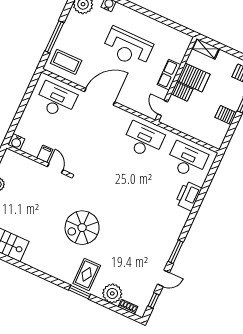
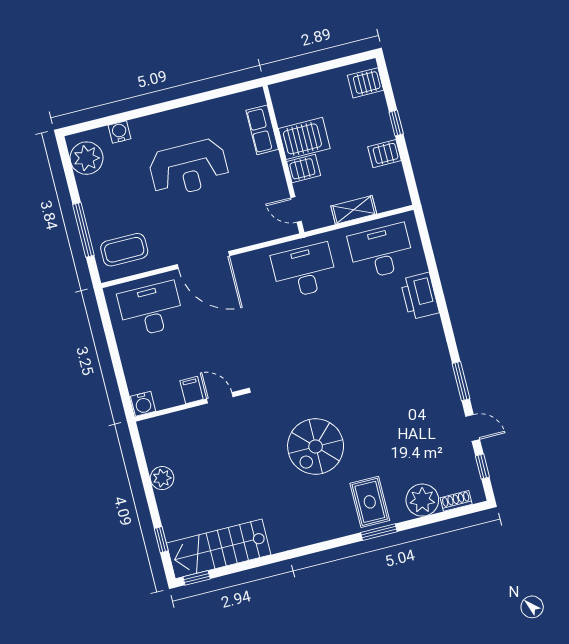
shelving: (206, 49) -> (354, 210), moved
row of seats: (169, 75) -> (262, 130), moved
door: (100, 97) -> (203, 260), swing flipped
door: (164, 278) -> (473, 428), hinge flipped

